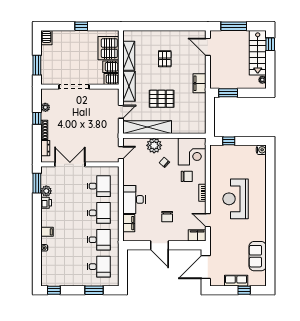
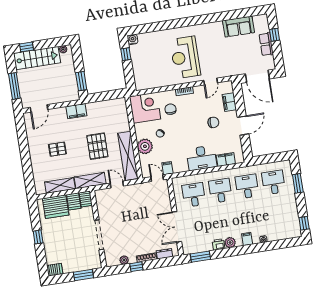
window: (229, 141) -> (126, 54), moved
filing cabinet: (129, 164) -> (167, 168), added
plant: (46, 191) -> (230, 242), moved
reception desk: (236, 199) -> (185, 57), turned 90
filing cabinet: (197, 235) -> (229, 102), moved

